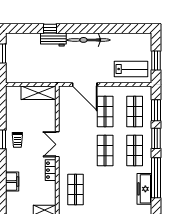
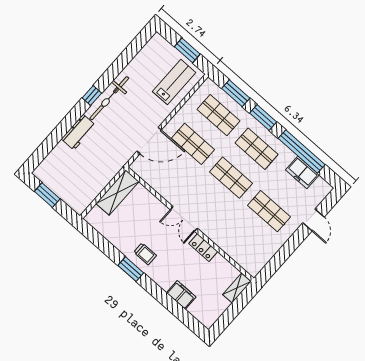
window: (50, 29) -> (92, 96), moved
freezer: (144, 189) -> (302, 172), width x0.71
shop shelf: (75, 190) -> (269, 211), moved

